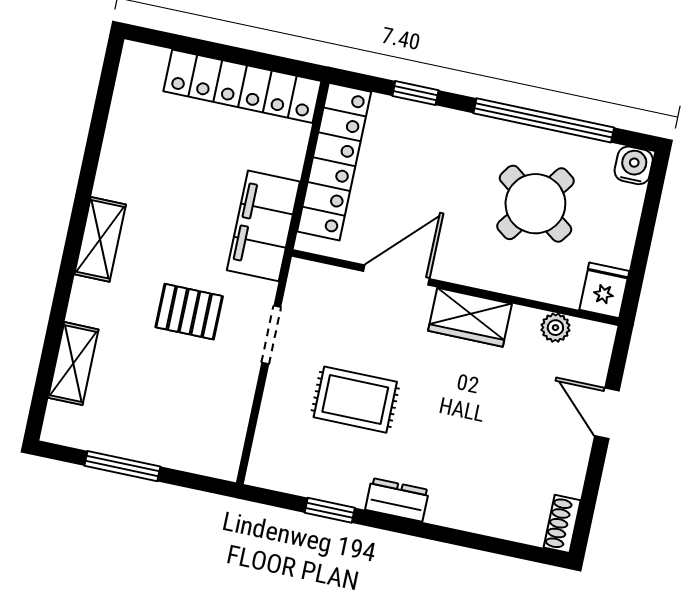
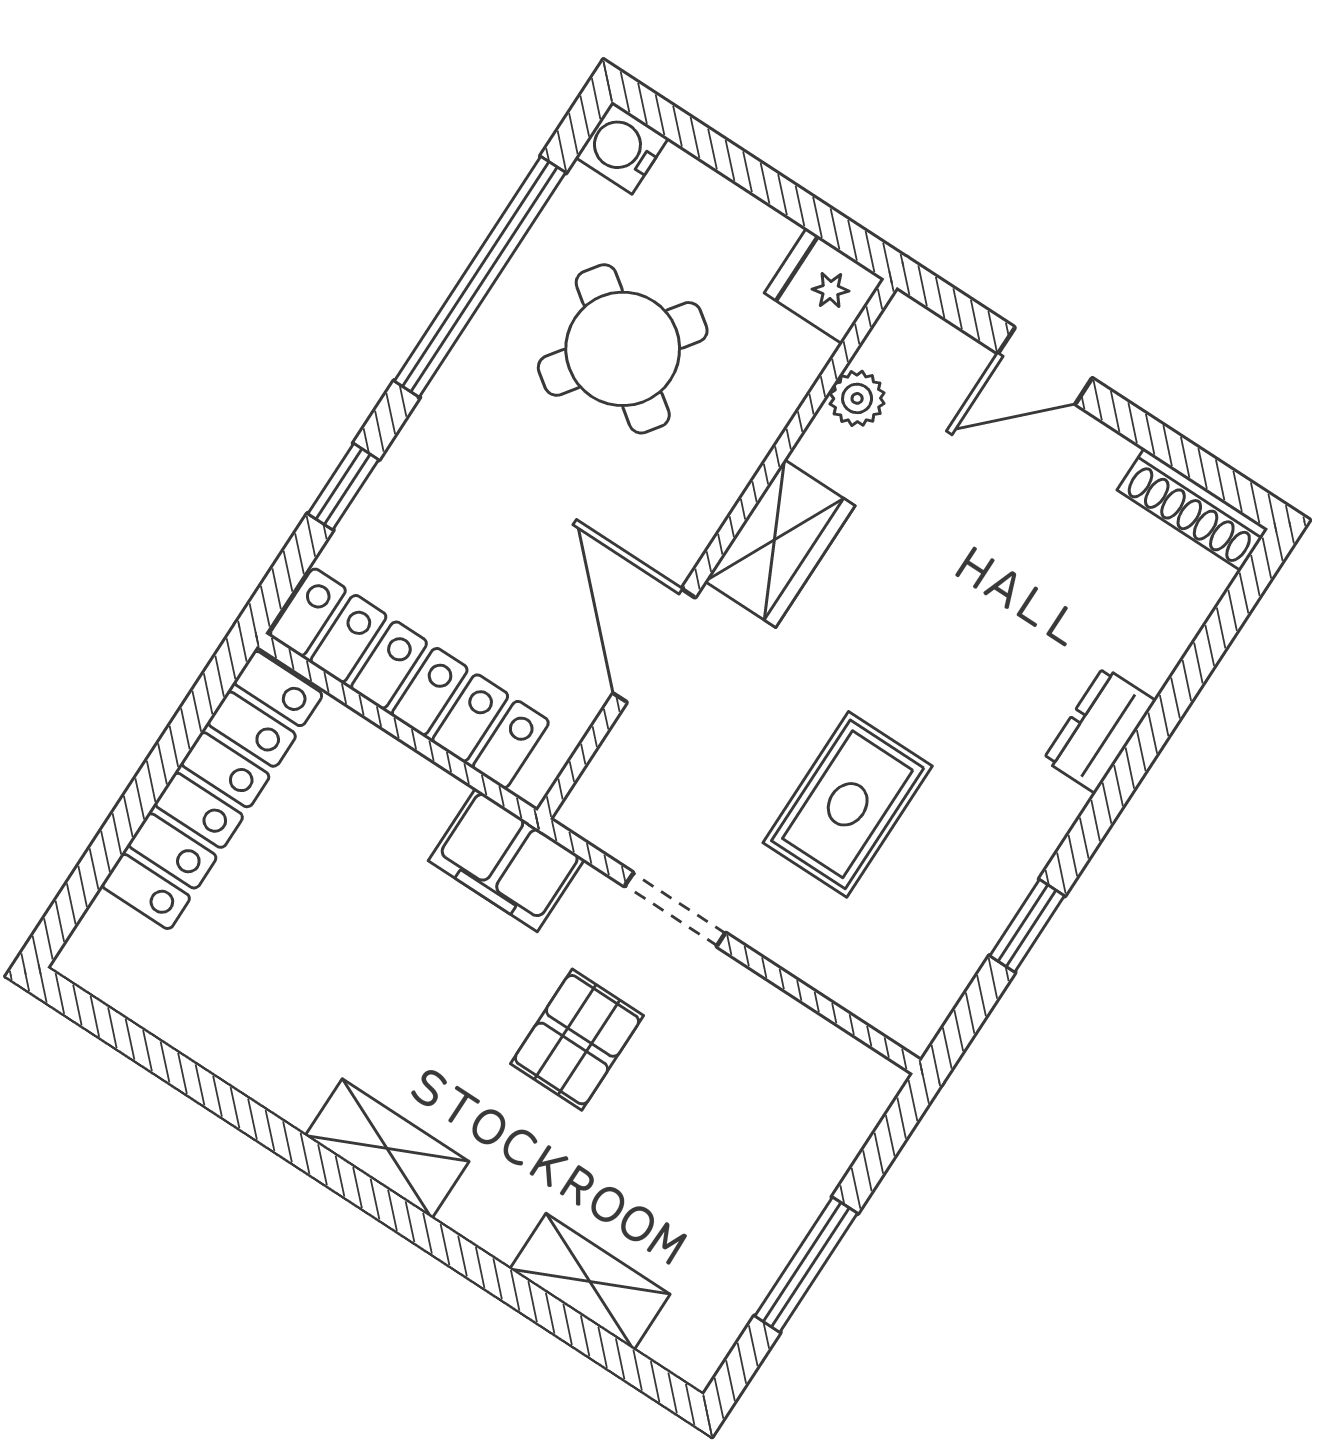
filing cabinet: (263, 226) -> (506, 860), width x0.67, depth x0.86
dresser: (397, 500) -> (1100, 730), moved
shoe rack: (562, 524) -> (1193, 510), width x1.43

